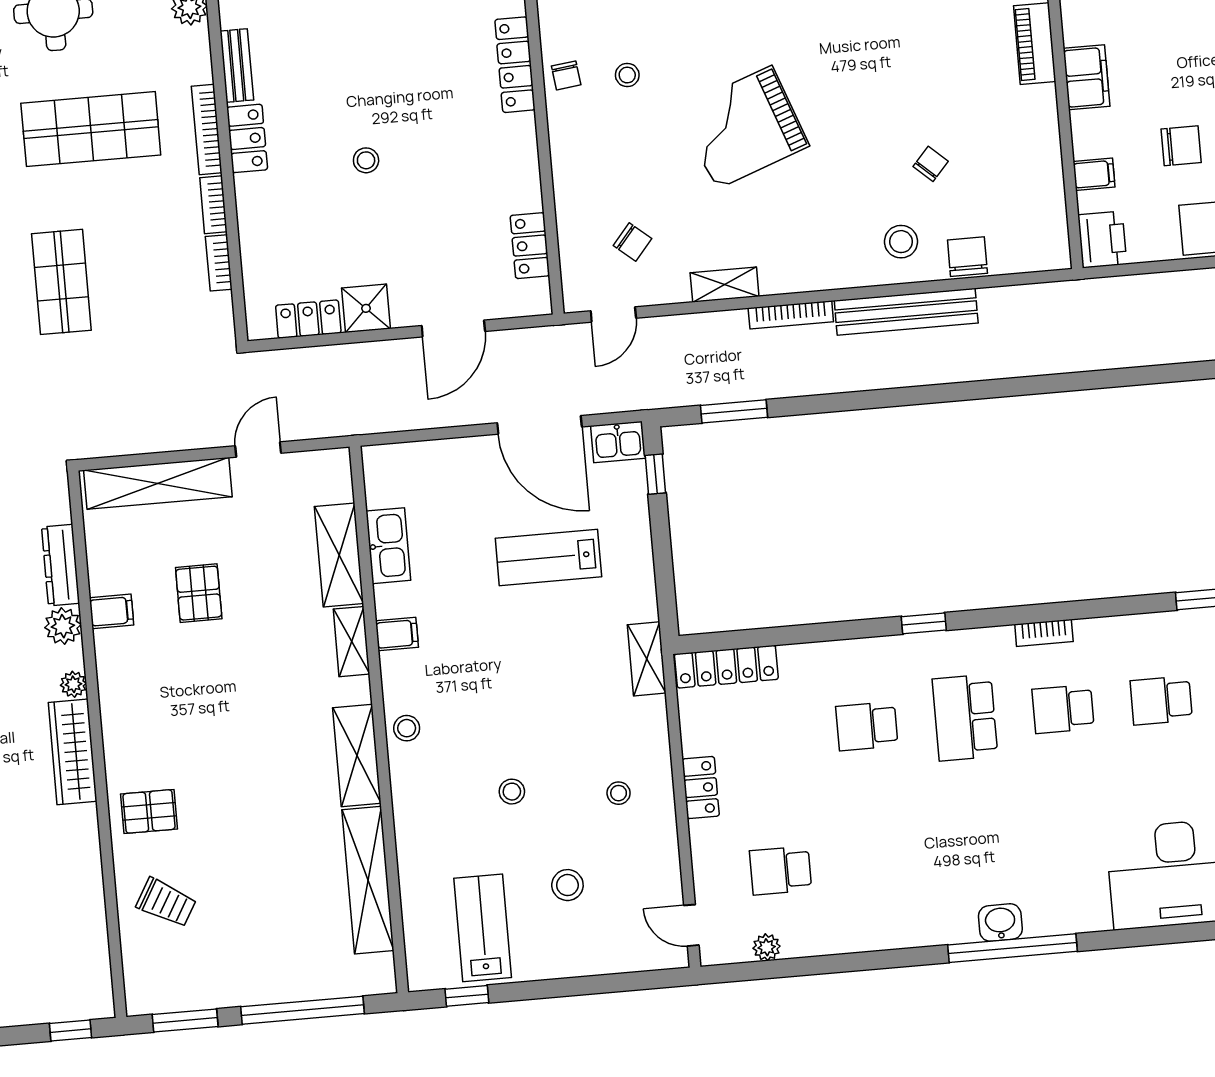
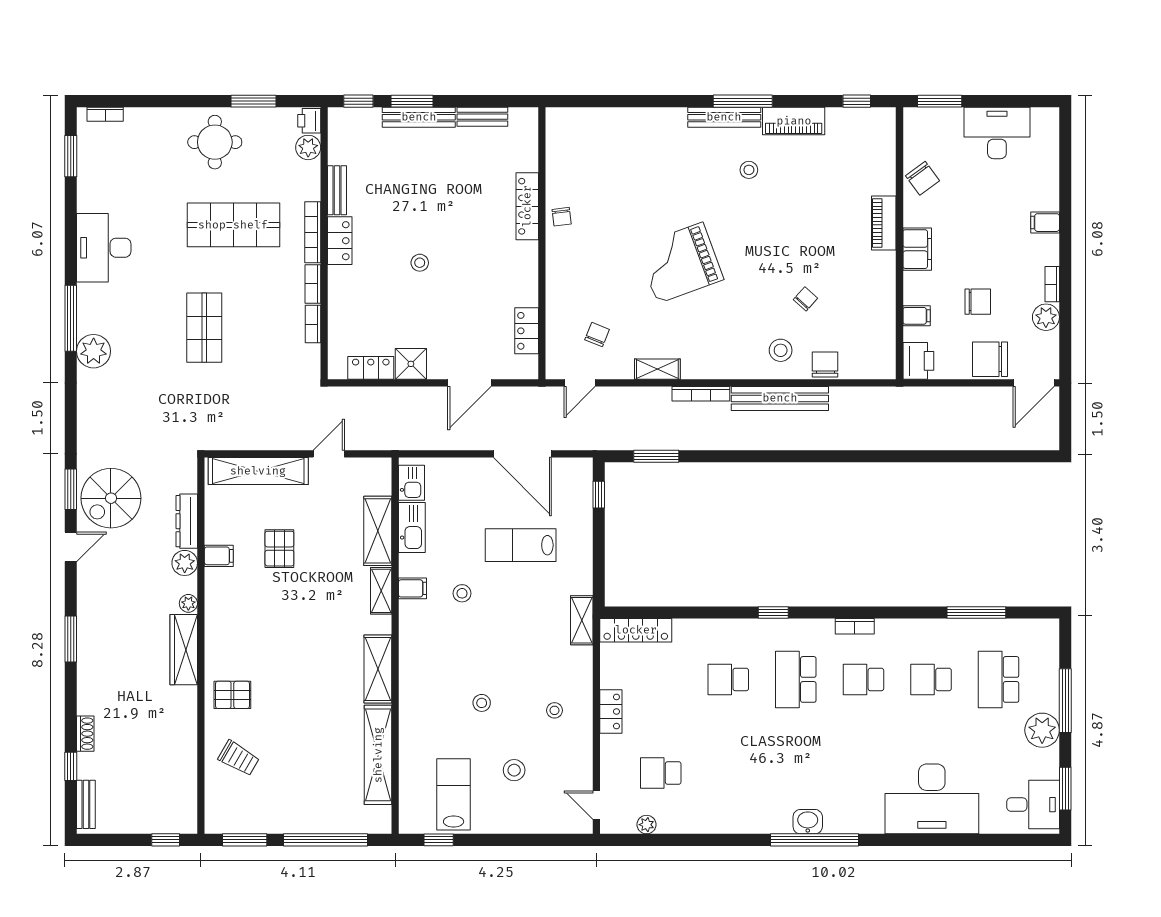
stool: (627, 75) -> (603, 220), removed
chair: (633, 242) -> (597, 335), turned -108
kitchen sink: (618, 442) -> (411, 483), moved, turned -90
stool: (407, 728) -> (462, 593), moved

